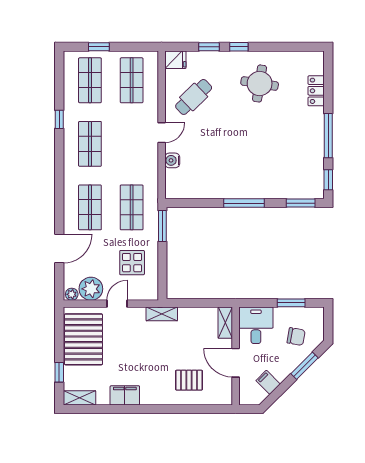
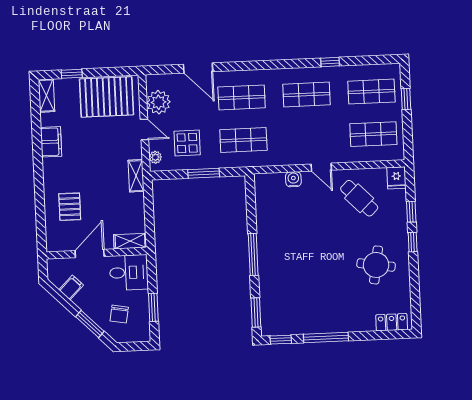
locker: (316, 91) -> (392, 322), moved
window: (162, 226) -> (204, 173), moved
plant: (72, 294) -> (155, 157), moved

